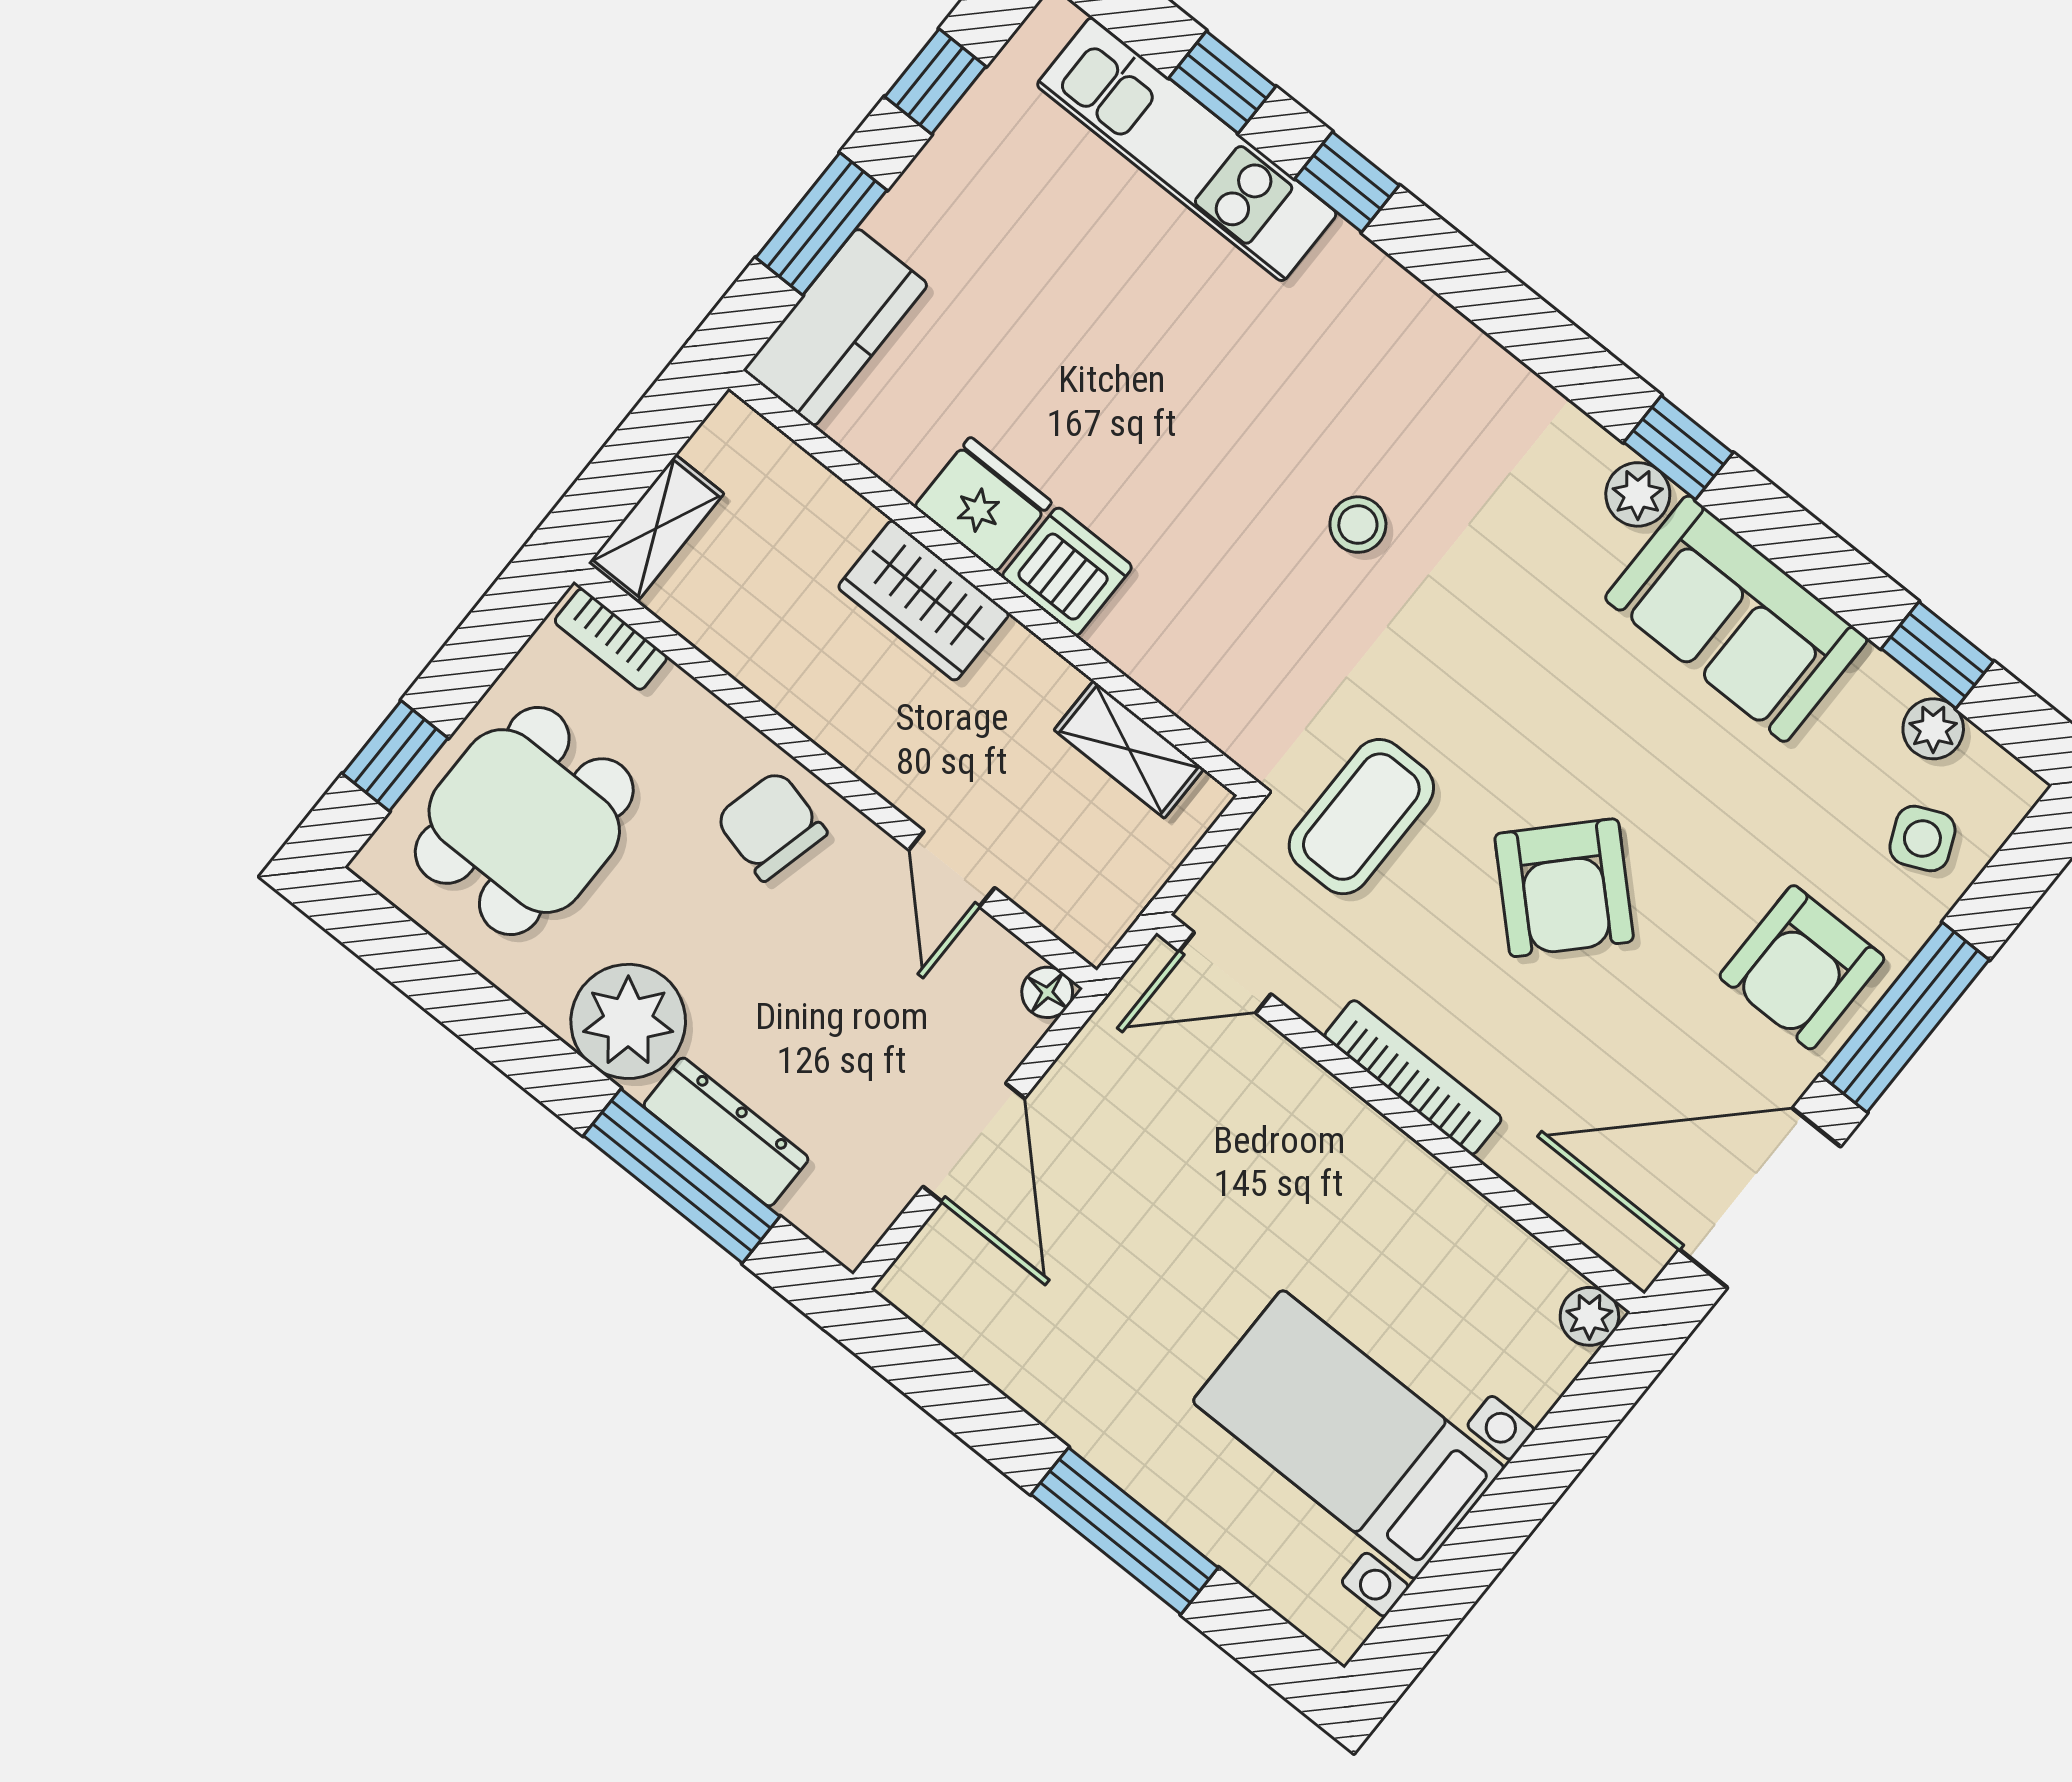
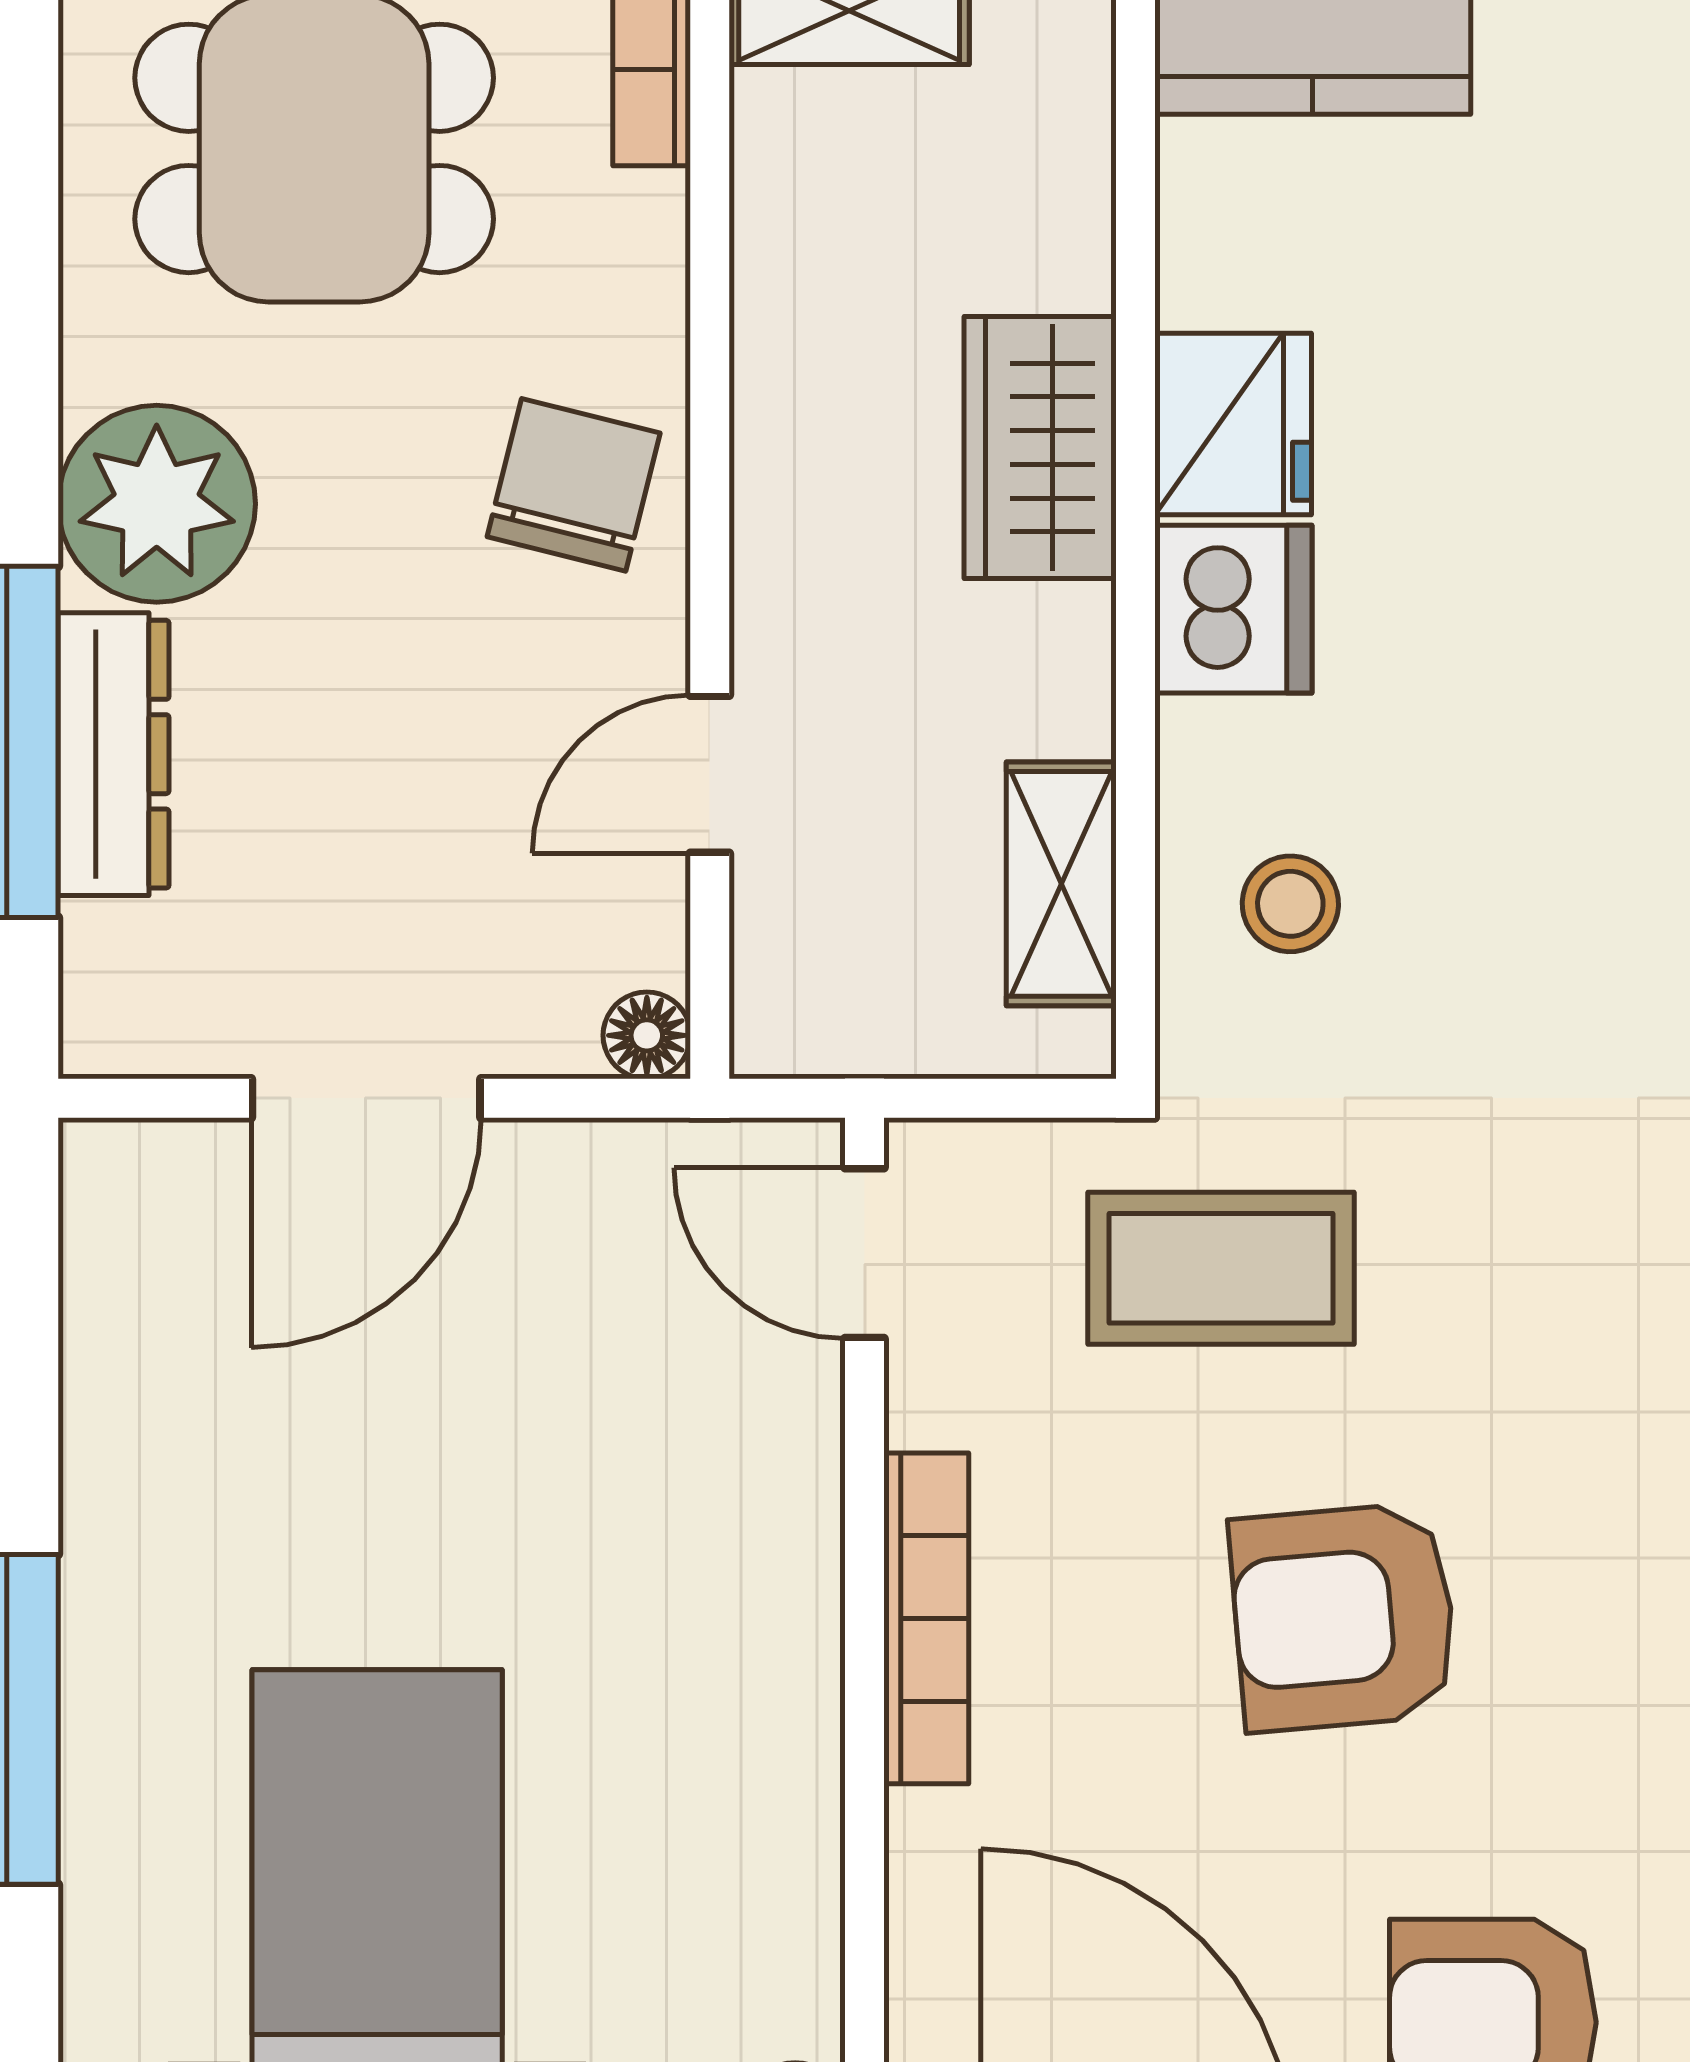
stool: (1358, 525) -> (1290, 904), moved
armchair: (1564, 888) -> (1344, 1617), turned 41

